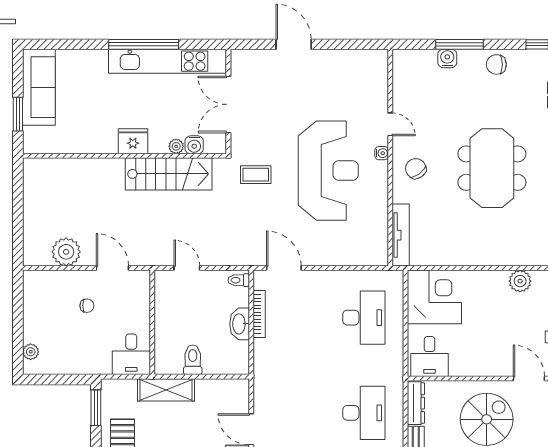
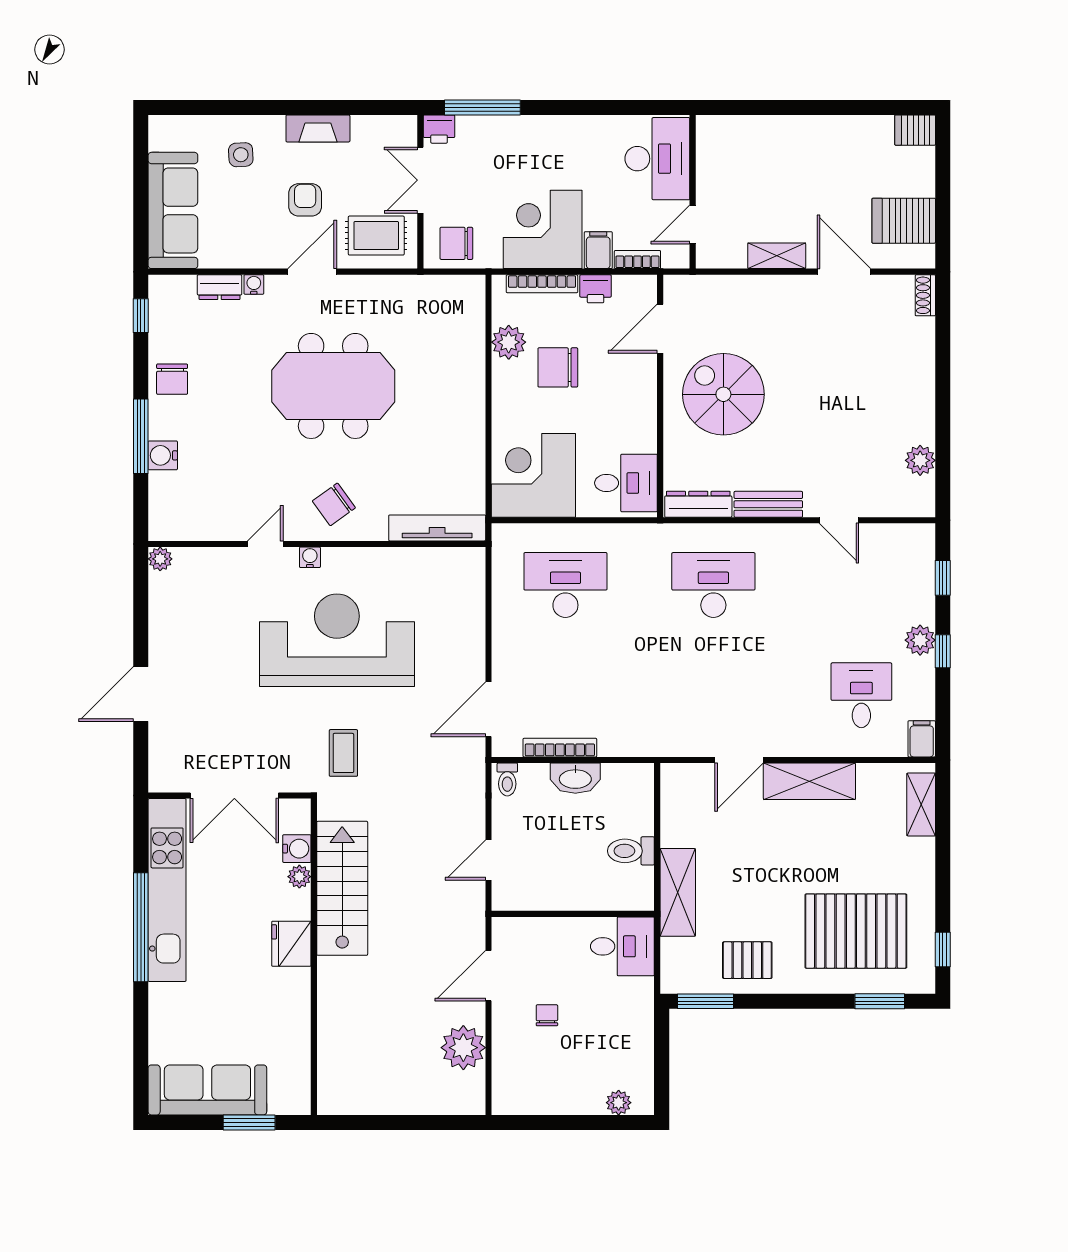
plant: (381, 57) -> (160, 559), added
chair: (504, 313) -> (558, 367), added

